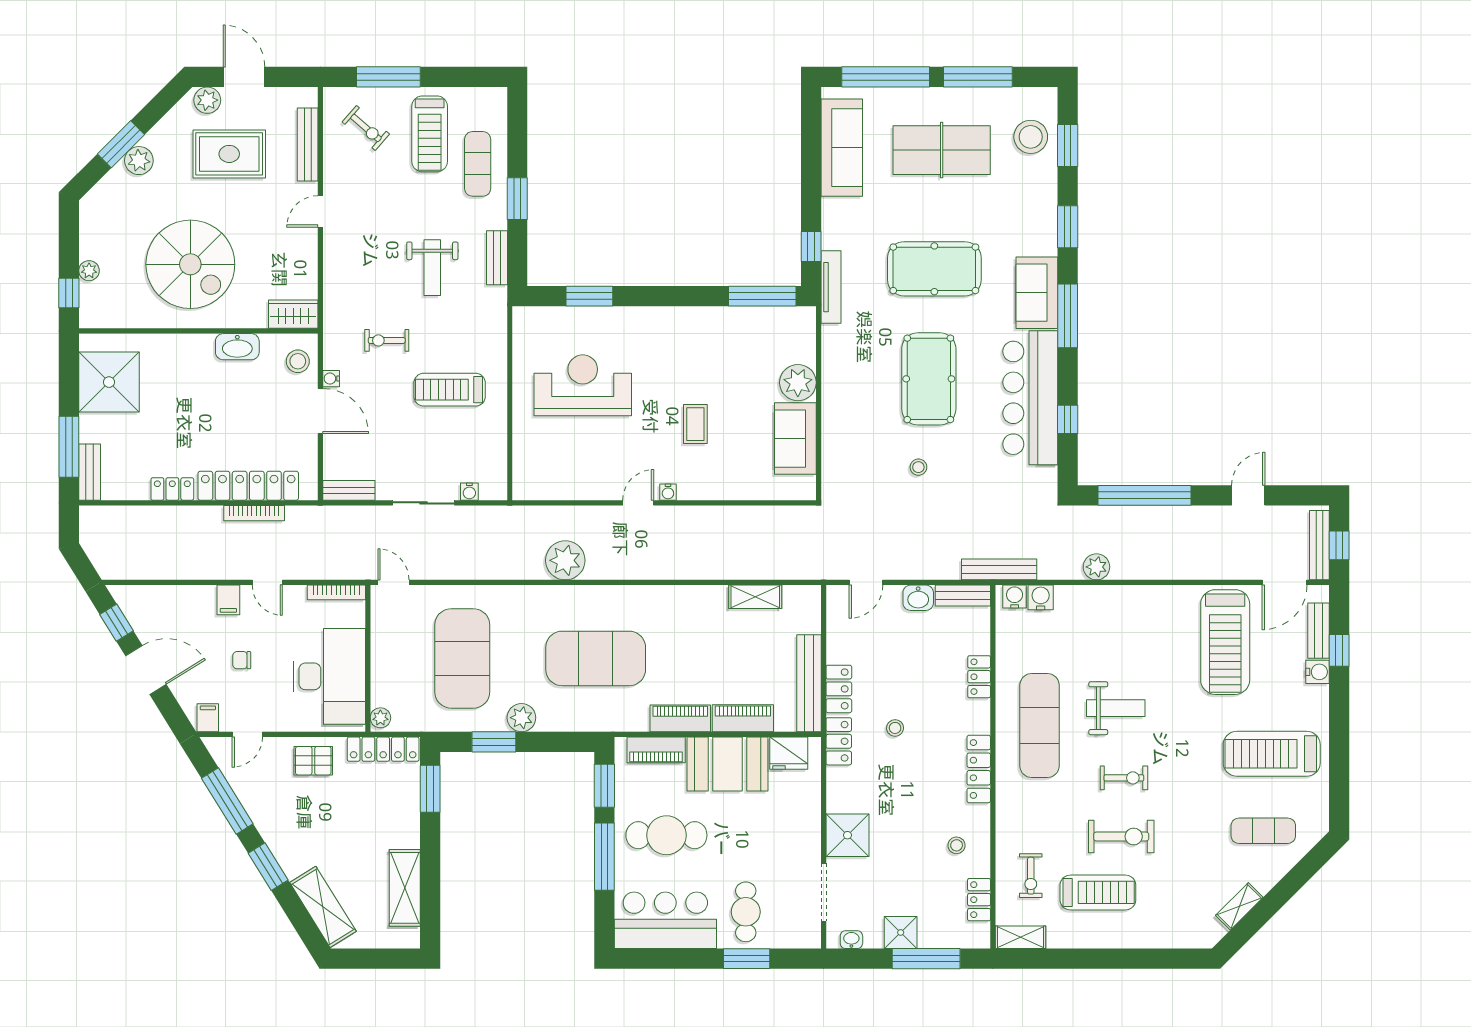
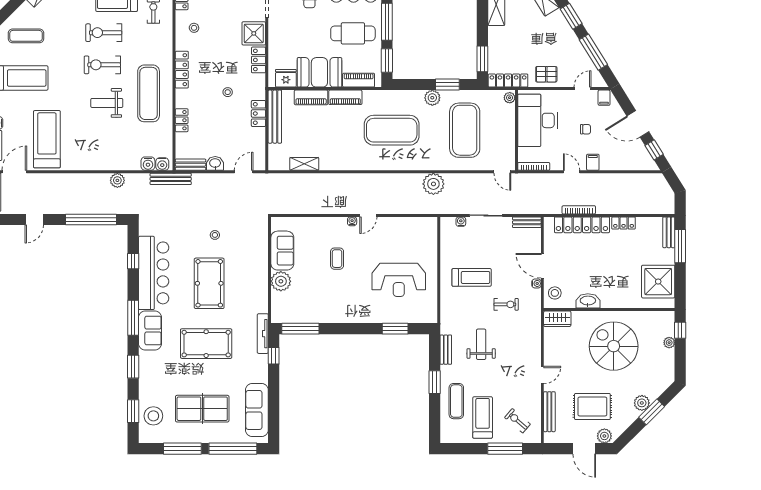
plant: (565, 560) -> (433, 184), moved
locker: (839, 741) -> (259, 60), moved
exercise bike: (1124, 778) -> (102, 65), width x1.38, depth x1.39

